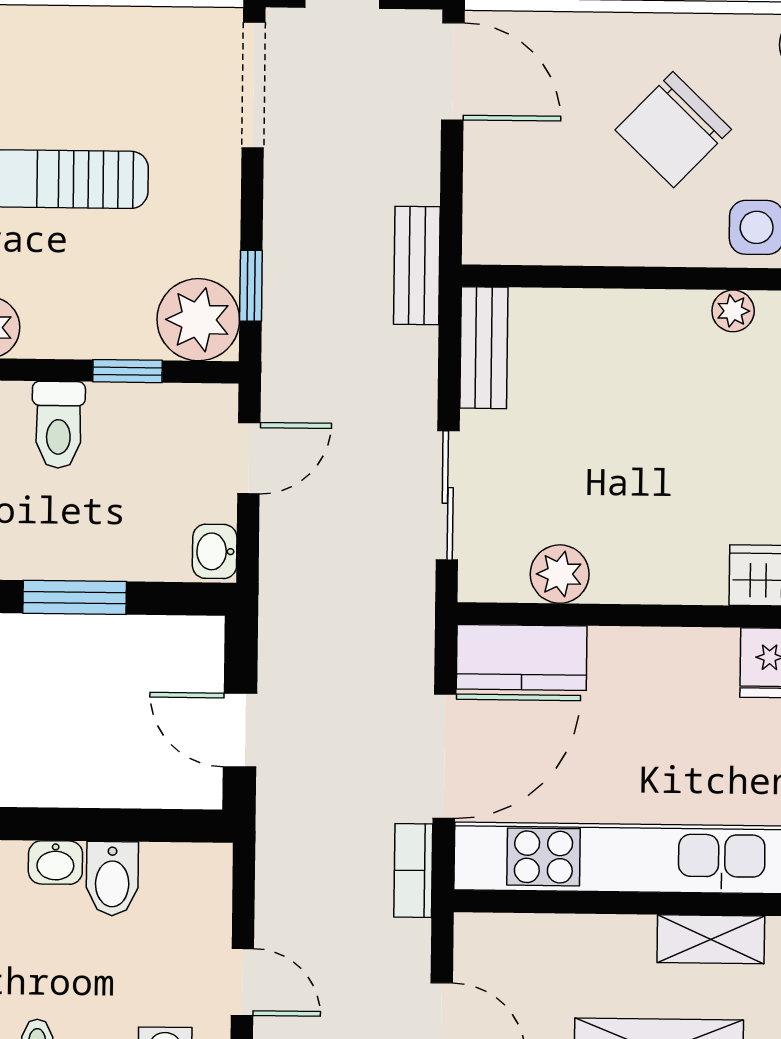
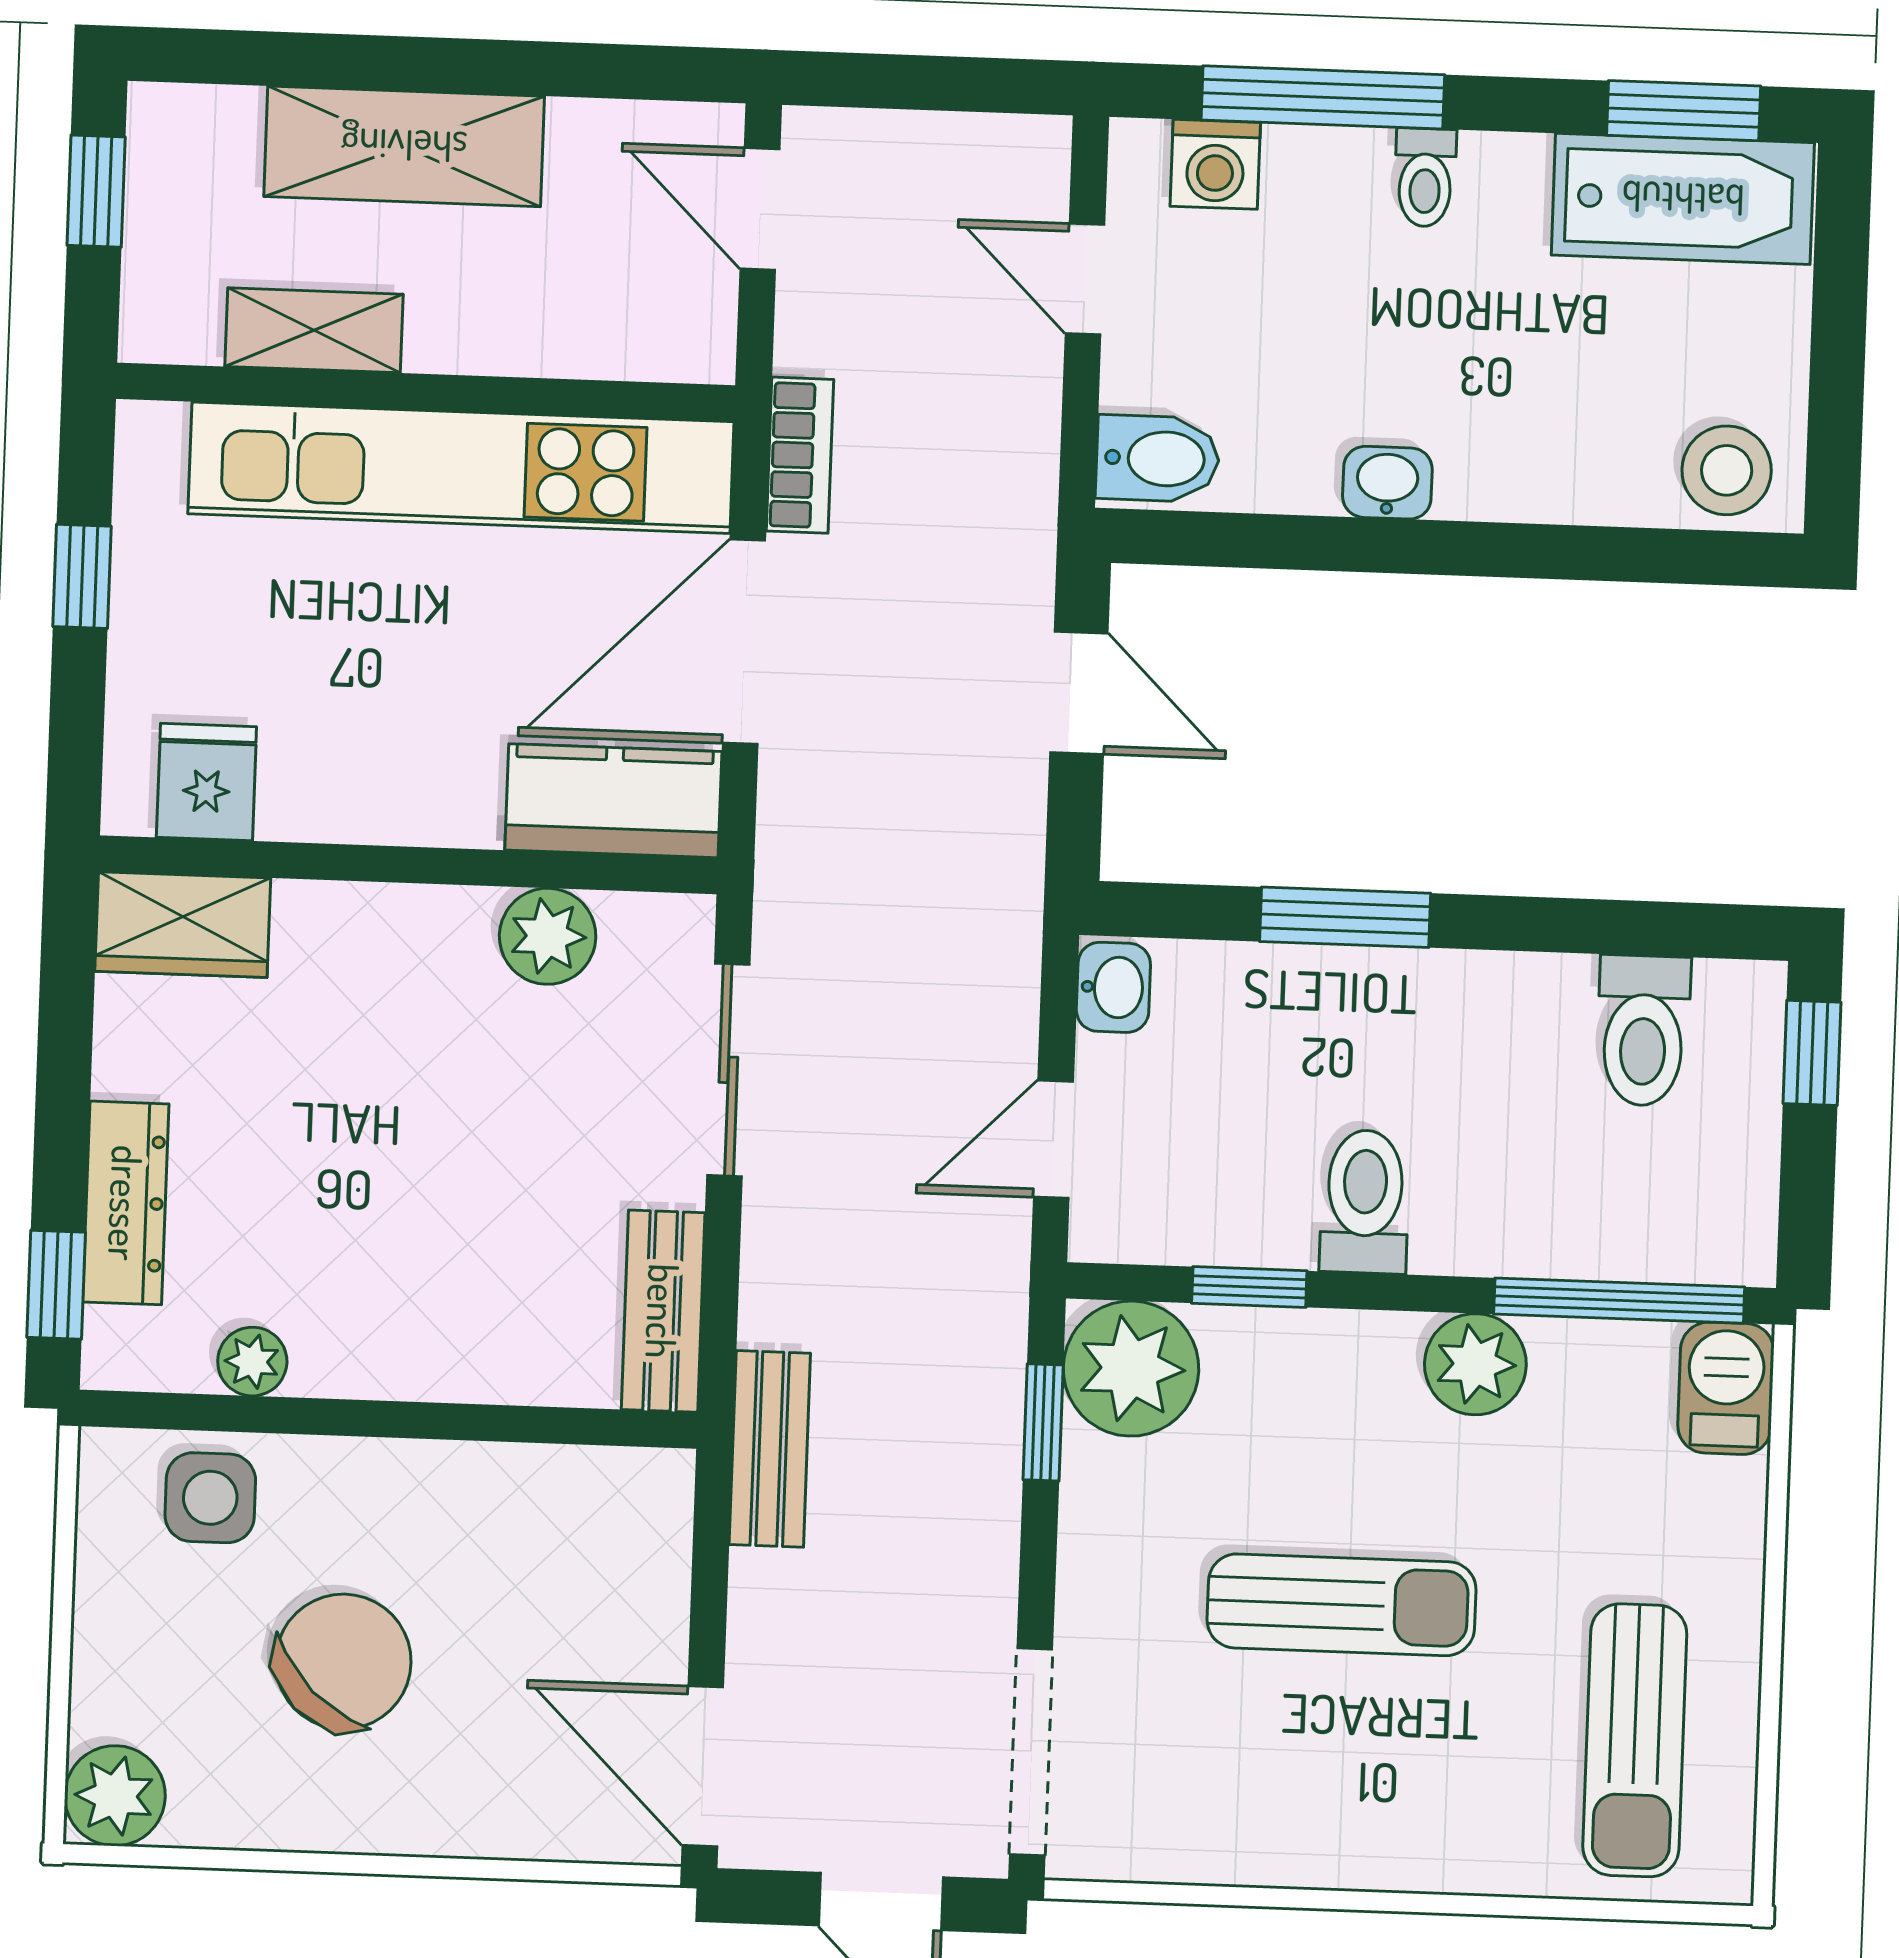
bidet: (112, 879) -> (1158, 459), moved, turned 90

